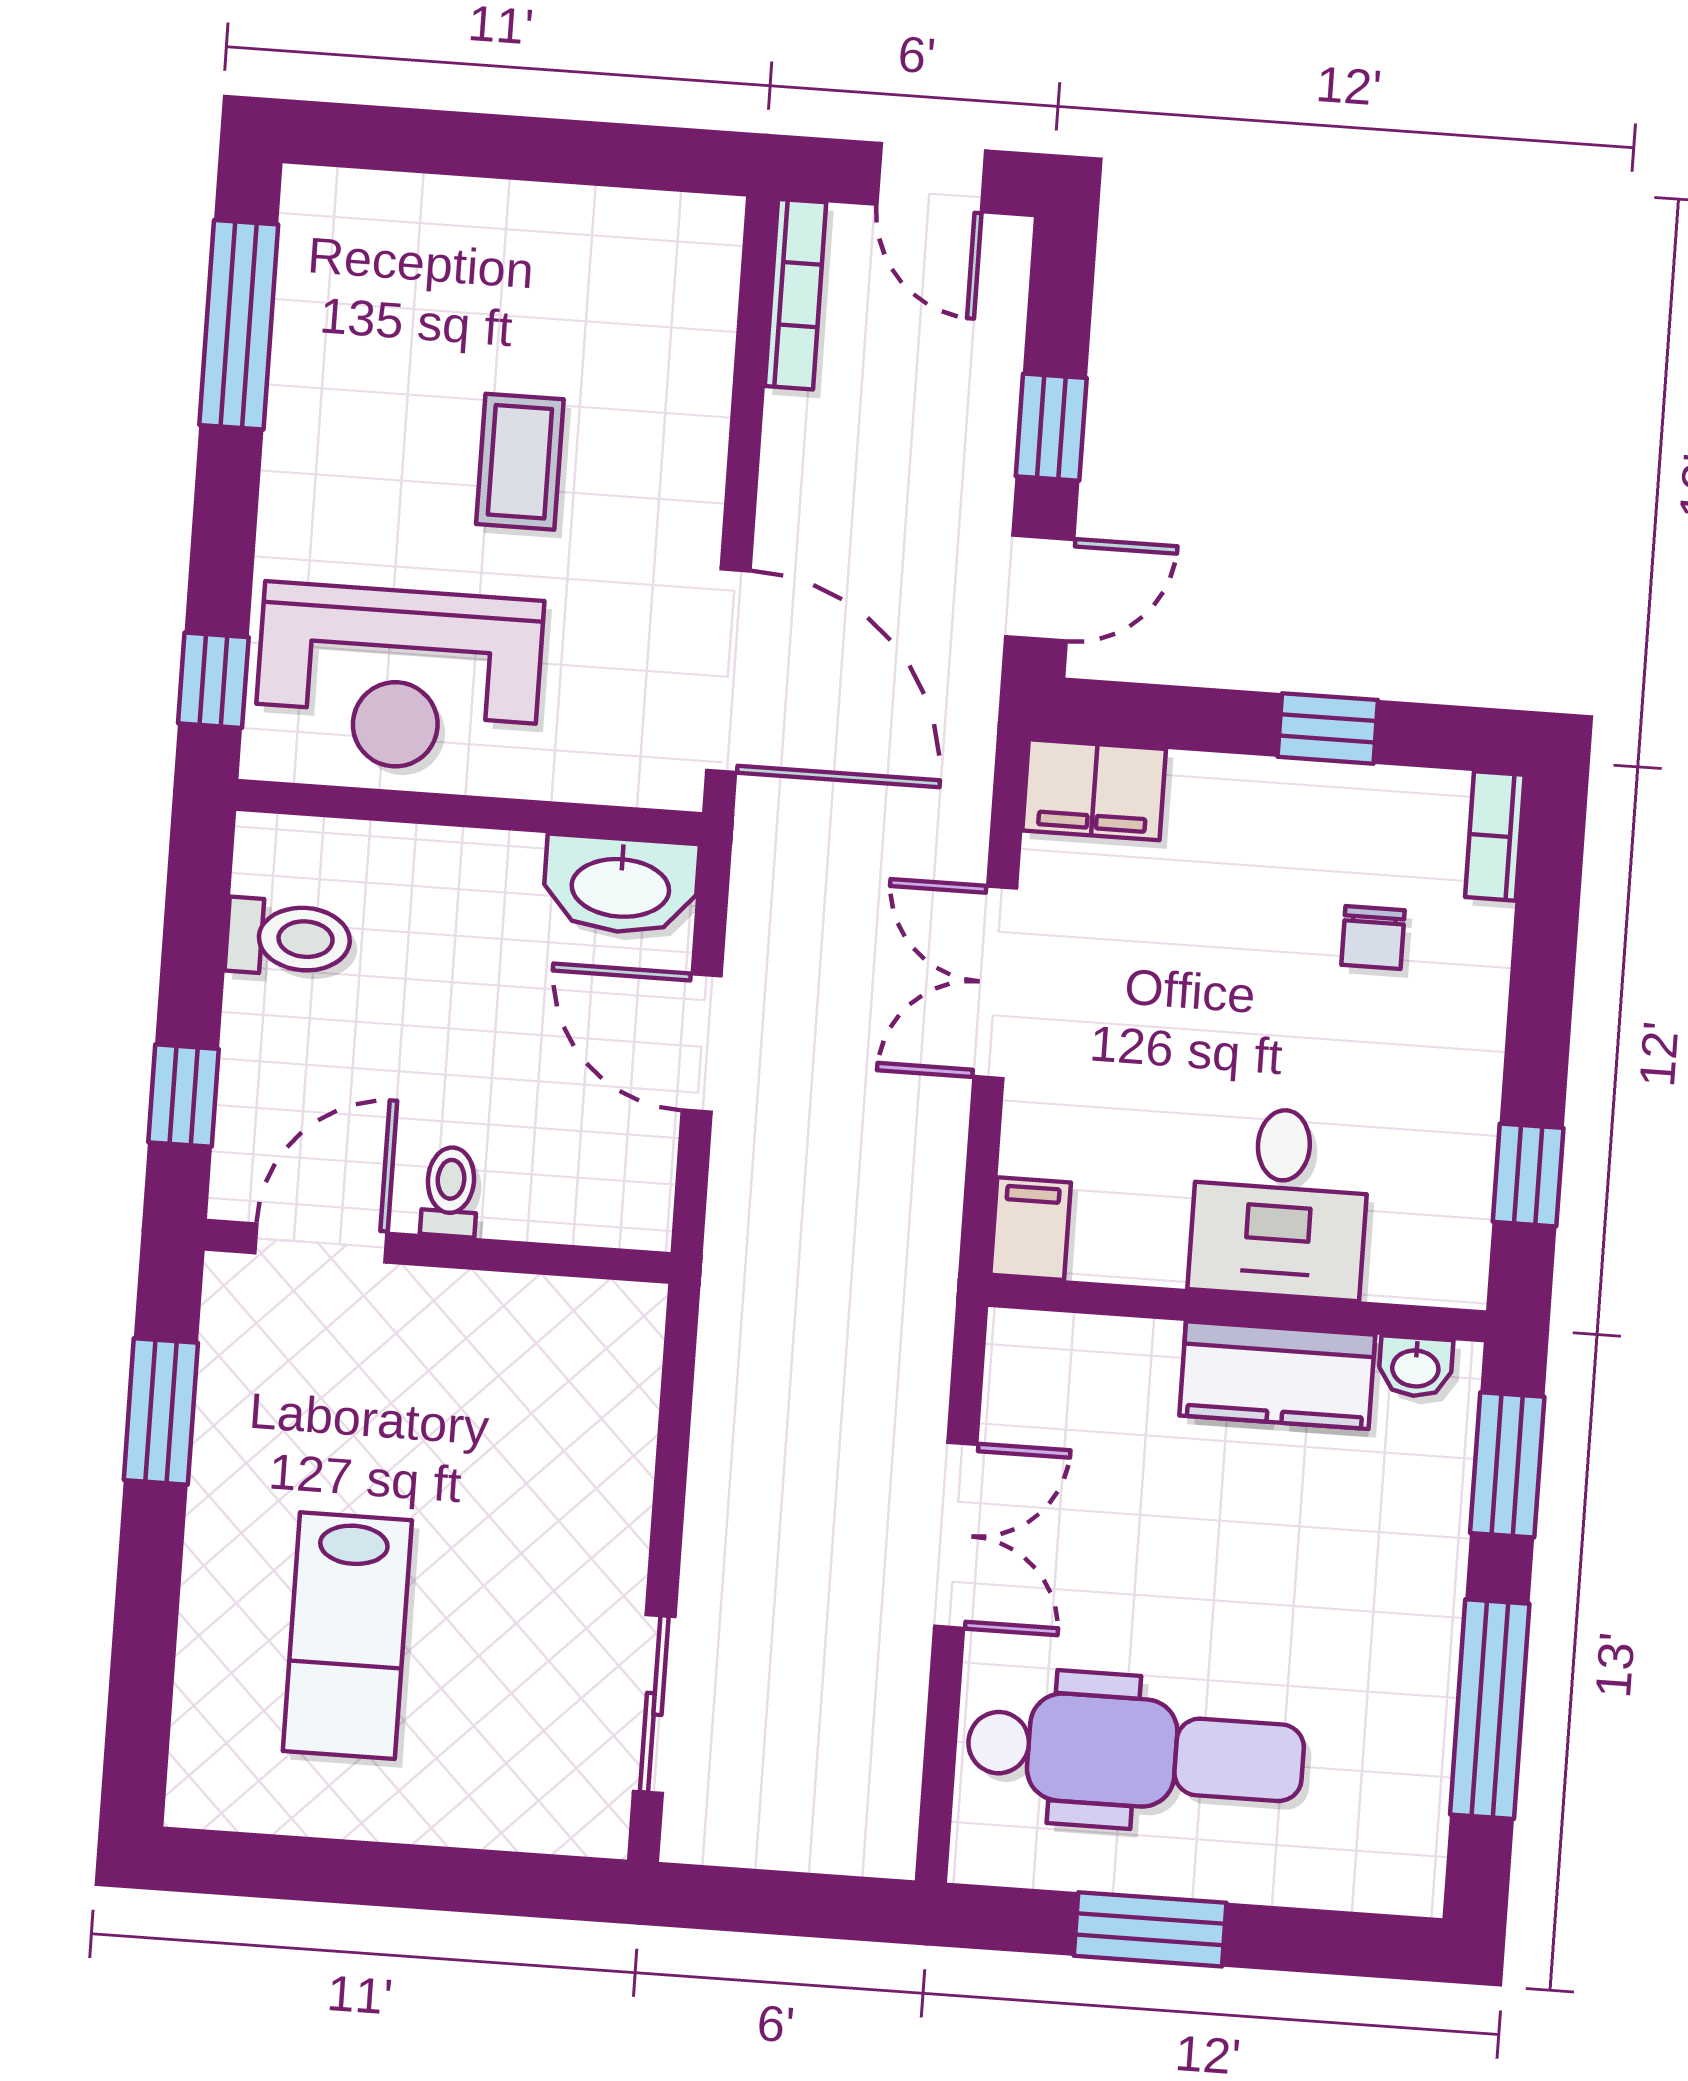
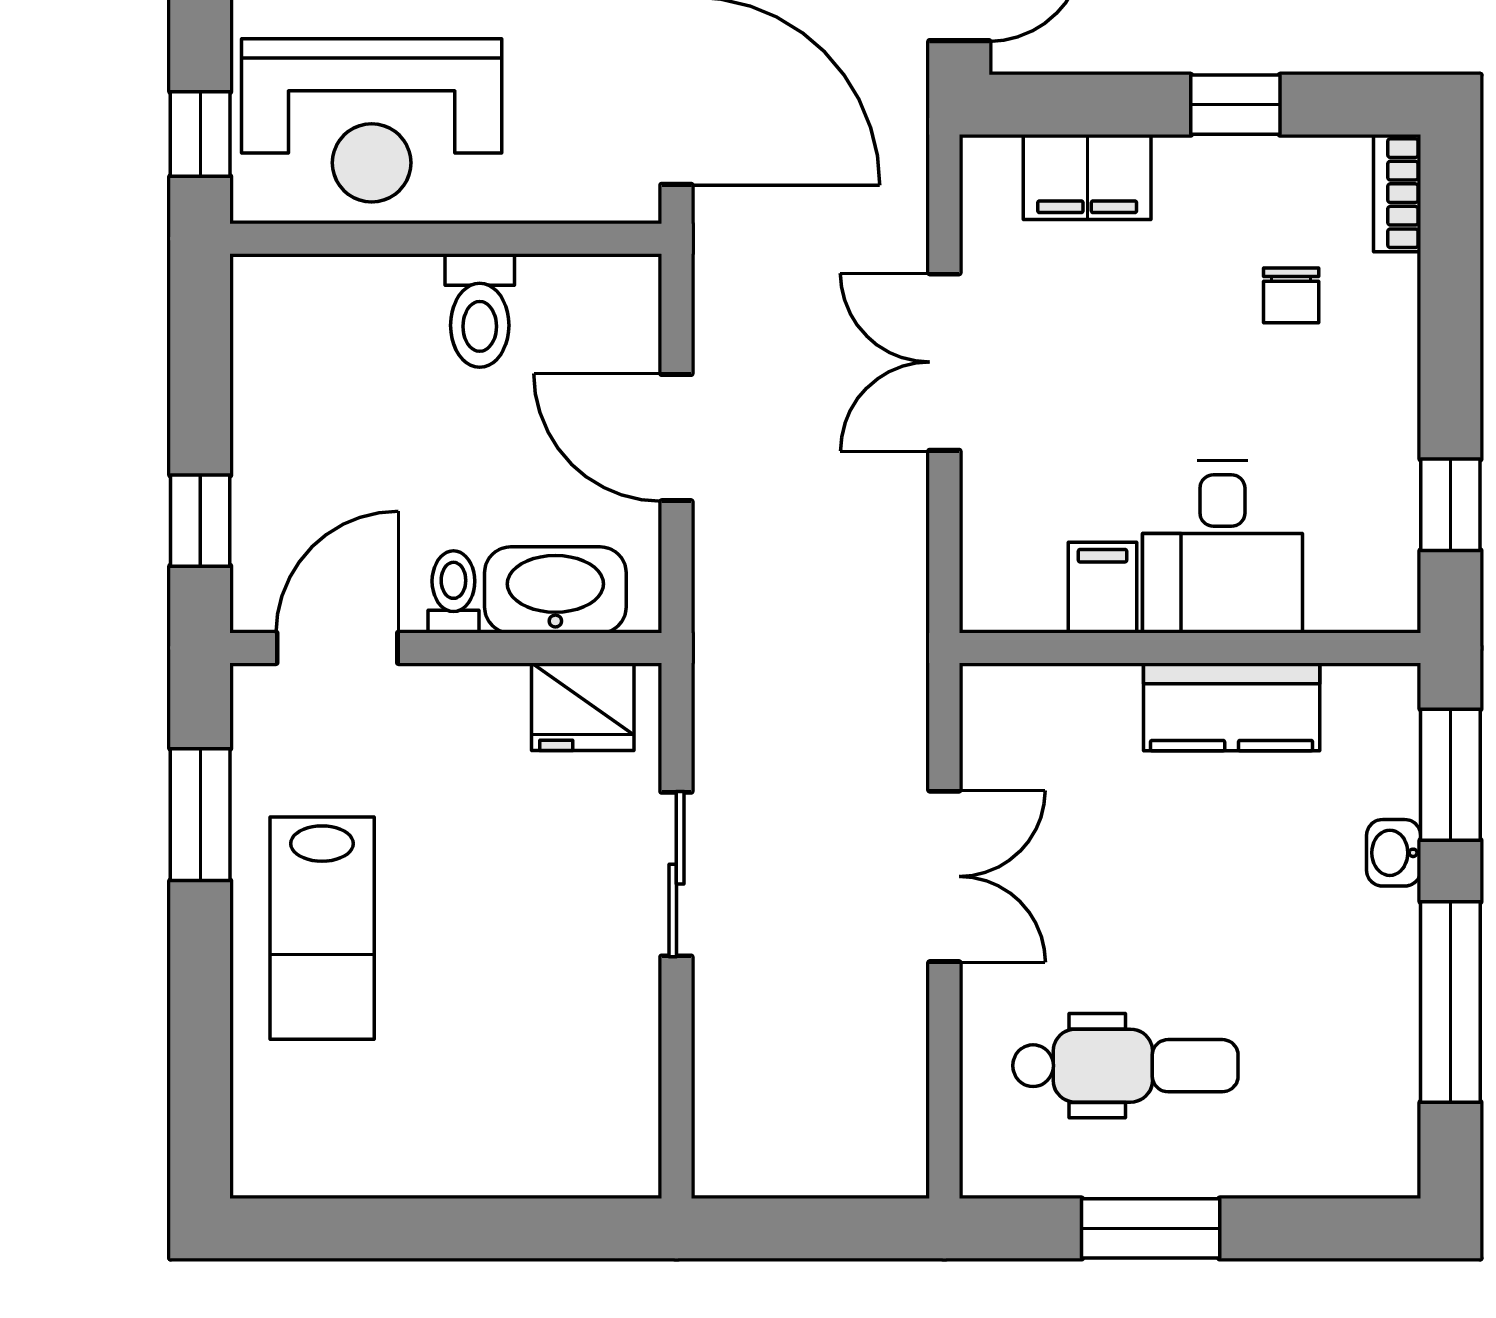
filing cabinet: (1094, 790) -> (1087, 177), moved
washbasin: (621, 885) -> (555, 590), moved, turned 180
toilet: (288, 938) -> (480, 310), moved, turned 90
filing cabinet: (1031, 1229) -> (1103, 588), moved
fridge: (580, 1325) -> (583, 707), added
washbasin: (1415, 1367) -> (1394, 853), moved, turned 90
lab bench: (347, 1636) -> (322, 928), moved
sliding door: (654, 1704) -> (676, 874), moved
dental chair: (1136, 1752) -> (1125, 1066), width x0.73, depth x0.72

